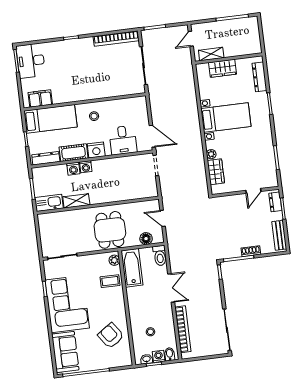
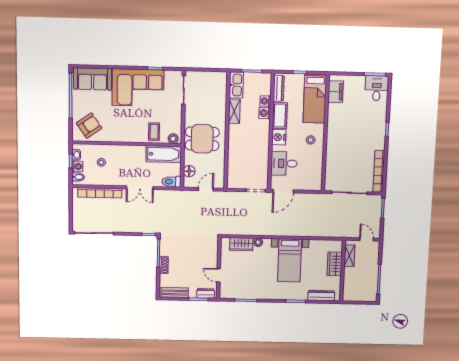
desk: (31, 61) -> (377, 88), width x0.73
washing machine: (86, 167) -> (265, 101), moved
armchair: (111, 336) -> (89, 126), moved

